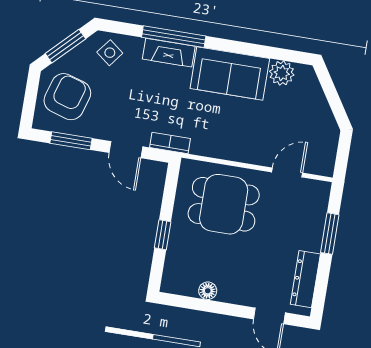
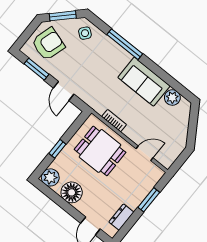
fireplace: (169, 53) -> (117, 51), removed
bookcase: (170, 143) -> (114, 121), moved
dresser: (305, 279) -> (121, 217), width x0.70
plant: (175, 280) -> (50, 177), added
floor lamp: (208, 291) -> (72, 192), width x1.89, depth x1.89

